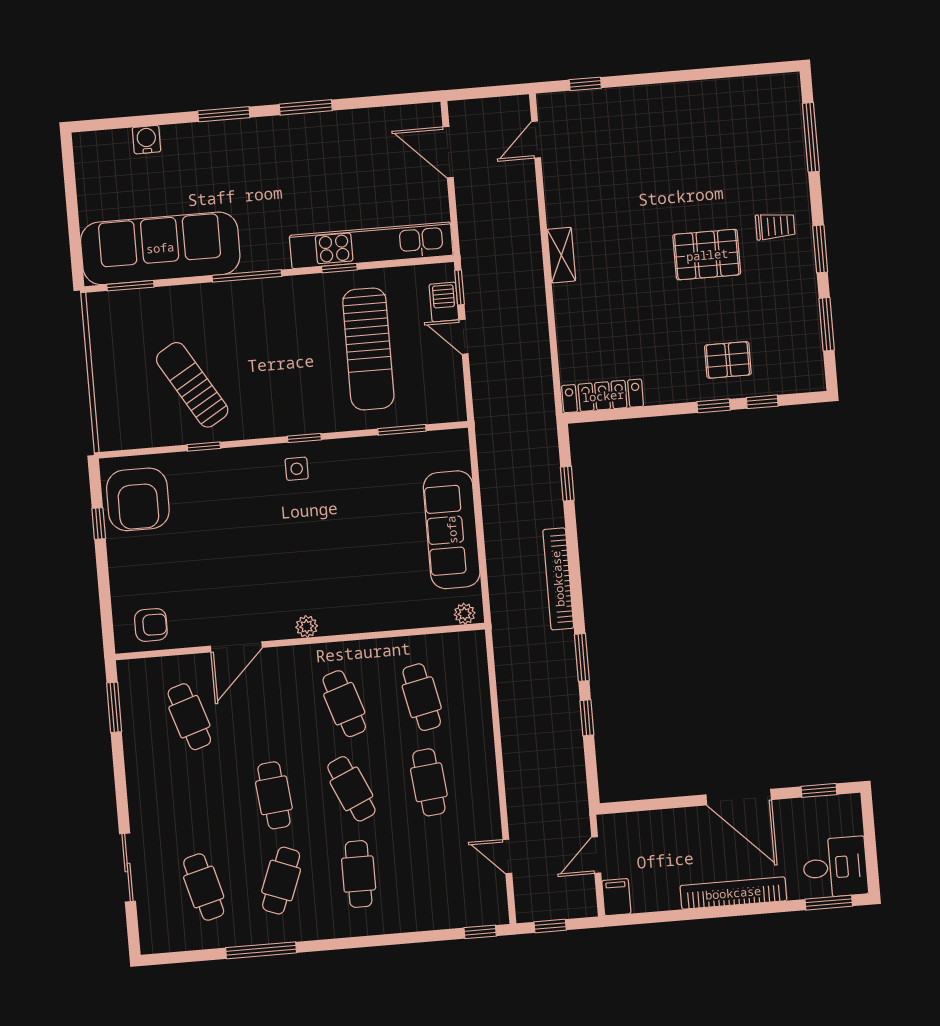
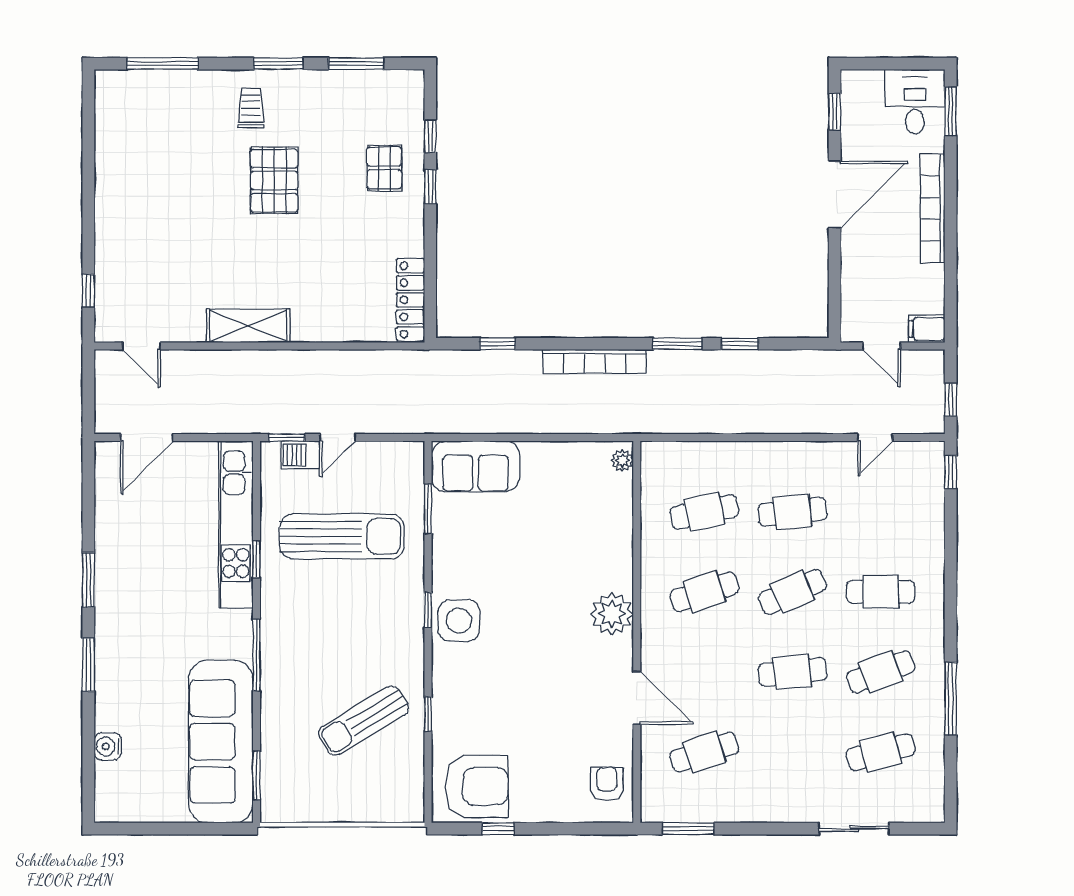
shelving: (561, 255) -> (248, 326), width x1.50, depth x1.33
side table: (297, 469) -> (459, 620), width x1.87, depth x1.87
sofa: (452, 530) -> (475, 466), moved, width x0.73
plant: (307, 626) -> (612, 614), width x1.87, depth x1.87
cafe table: (281, 881) -> (881, 672), turned -42

